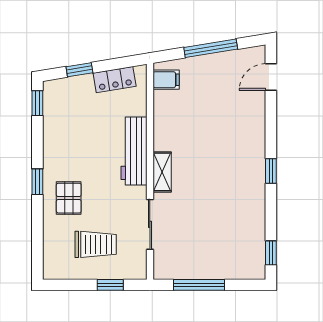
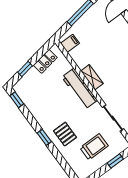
shelving: (162, 172) -> (92, 77), moved

